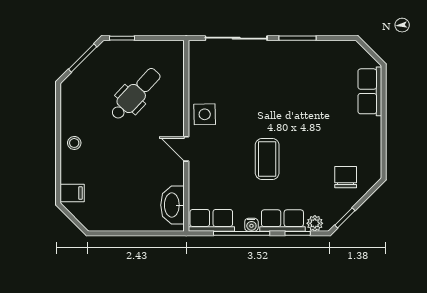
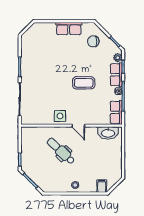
row of seats: (370, 91) -> (69, 29), moved
dental chair: (135, 94) -> (61, 151), moved
door: (186, 149) -> (78, 126), hinge flipped

